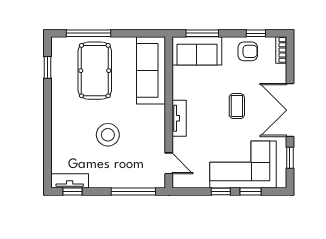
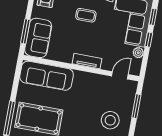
stool: (108, 135) -> (110, 120), moved
plant: (202, 181) -> (138, 53), added
window: (133, 191) -> (136, 106), width x0.69

